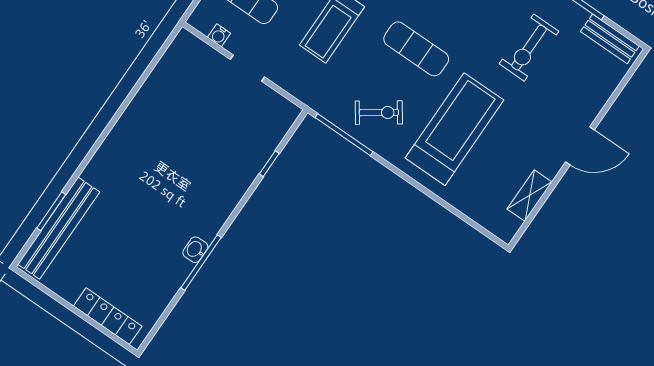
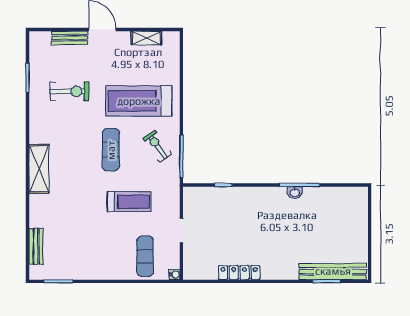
water cooler: (219, 35) -> (175, 274), moved
bench: (610, 39) -> (70, 38), moved, turned 90
locker: (108, 316) -> (239, 273), moved, turned 90

